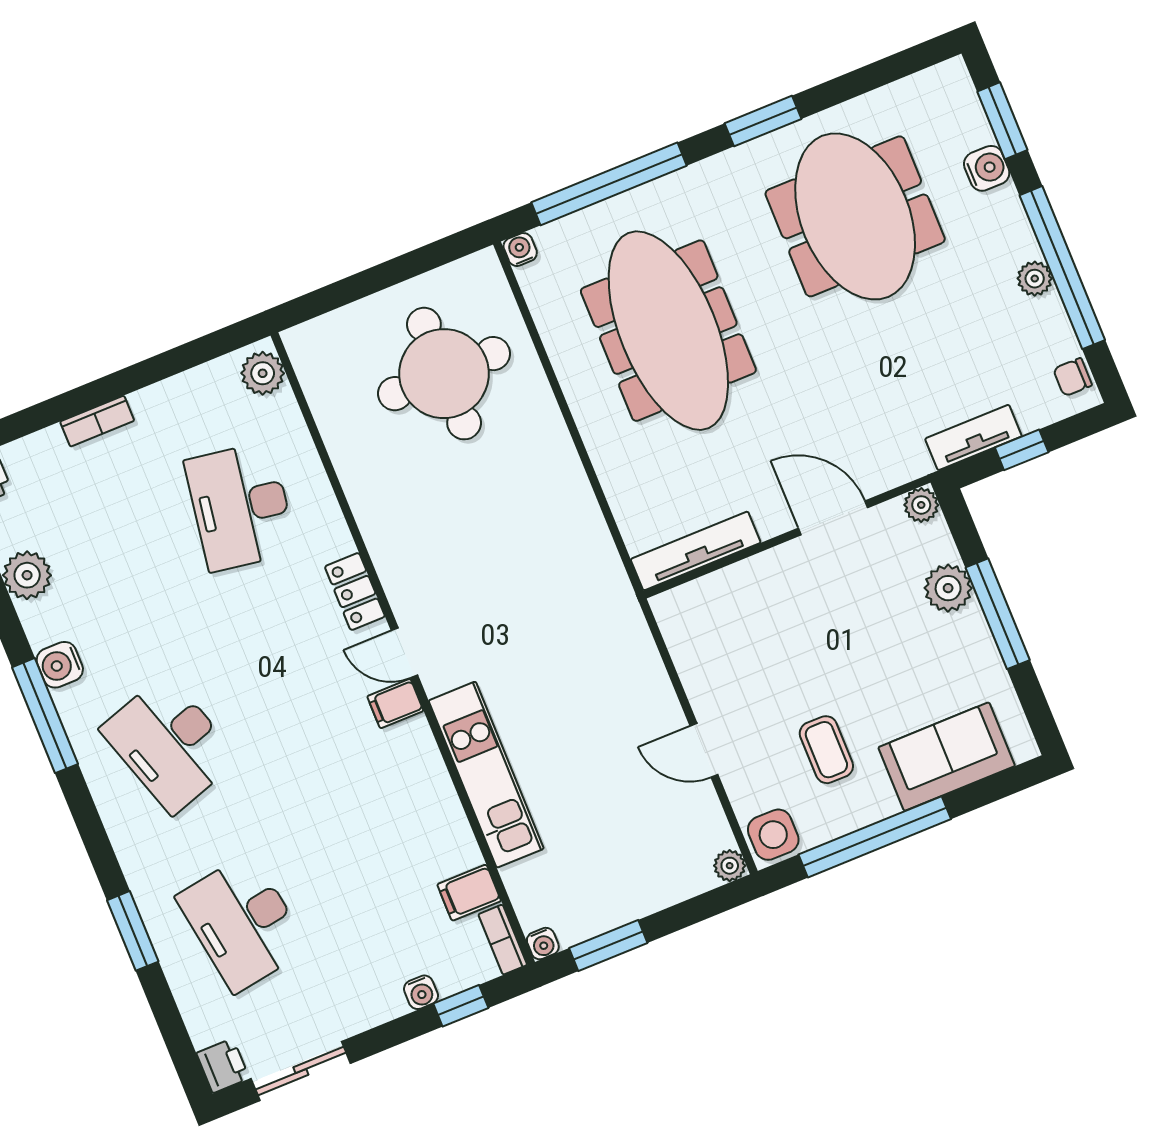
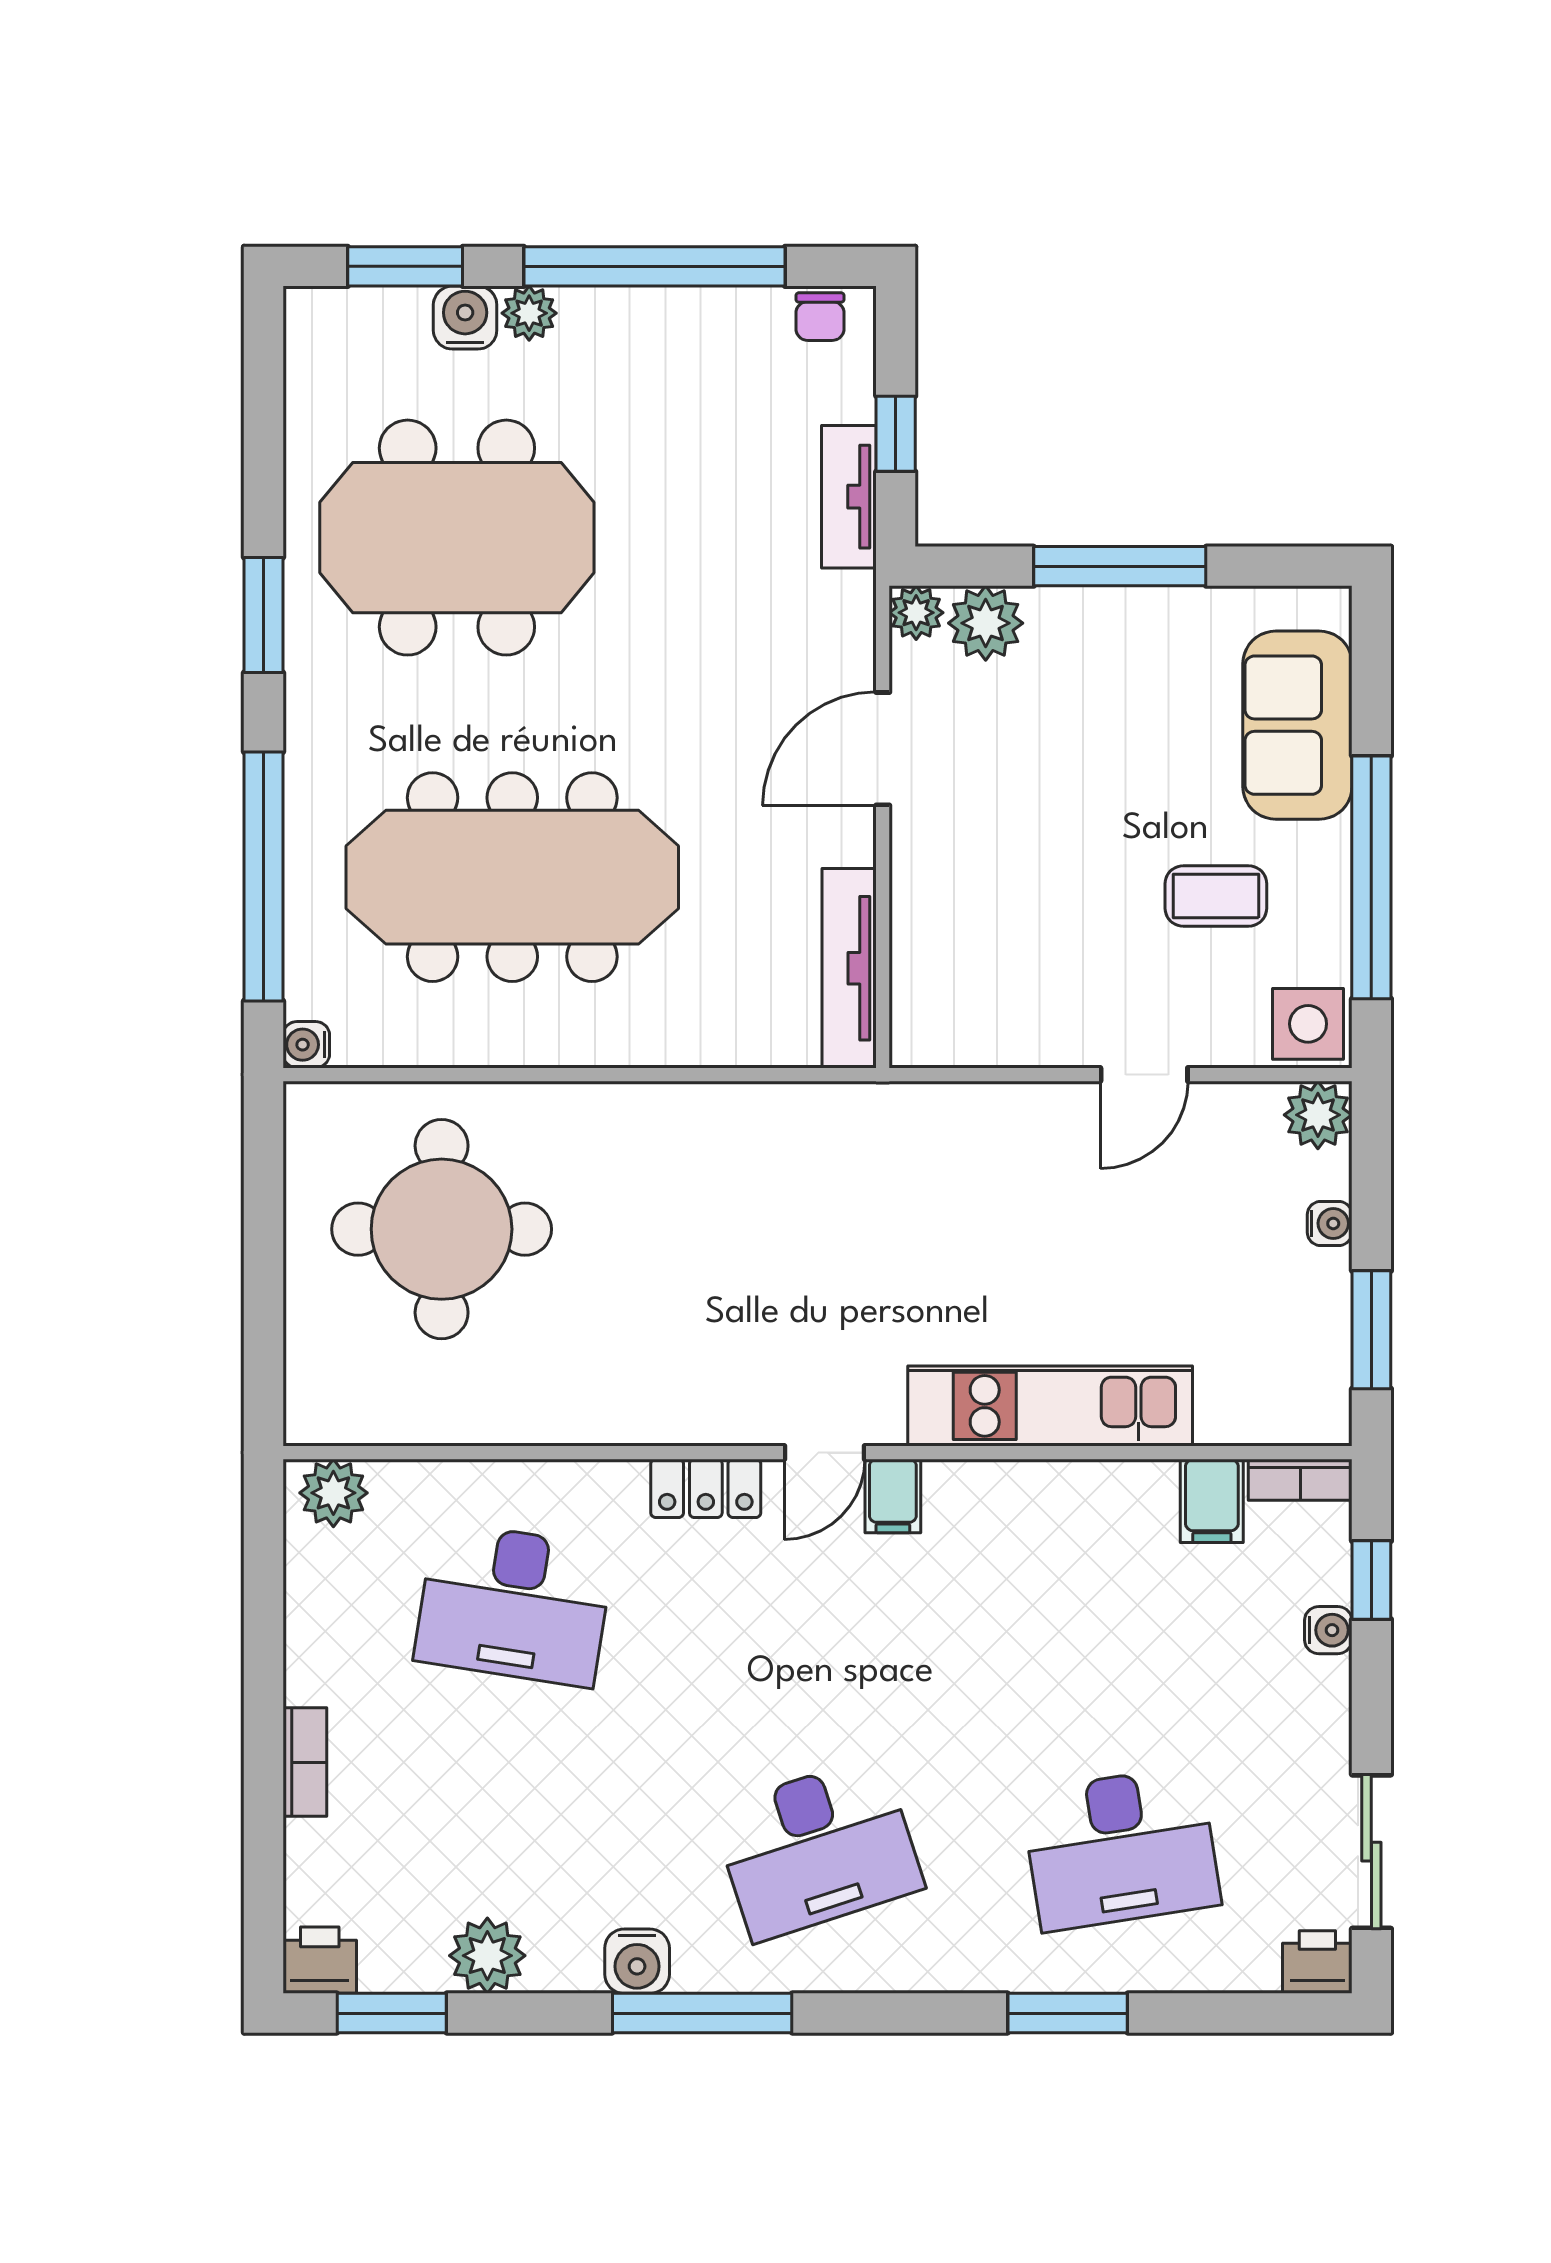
plant: (1035, 279) -> (529, 313), moved
plant: (948, 588) -> (986, 623), moved
plant: (730, 866) -> (1318, 1115), width x1.38, depth x1.38
water cooler: (543, 944) -> (1330, 1223), moved

